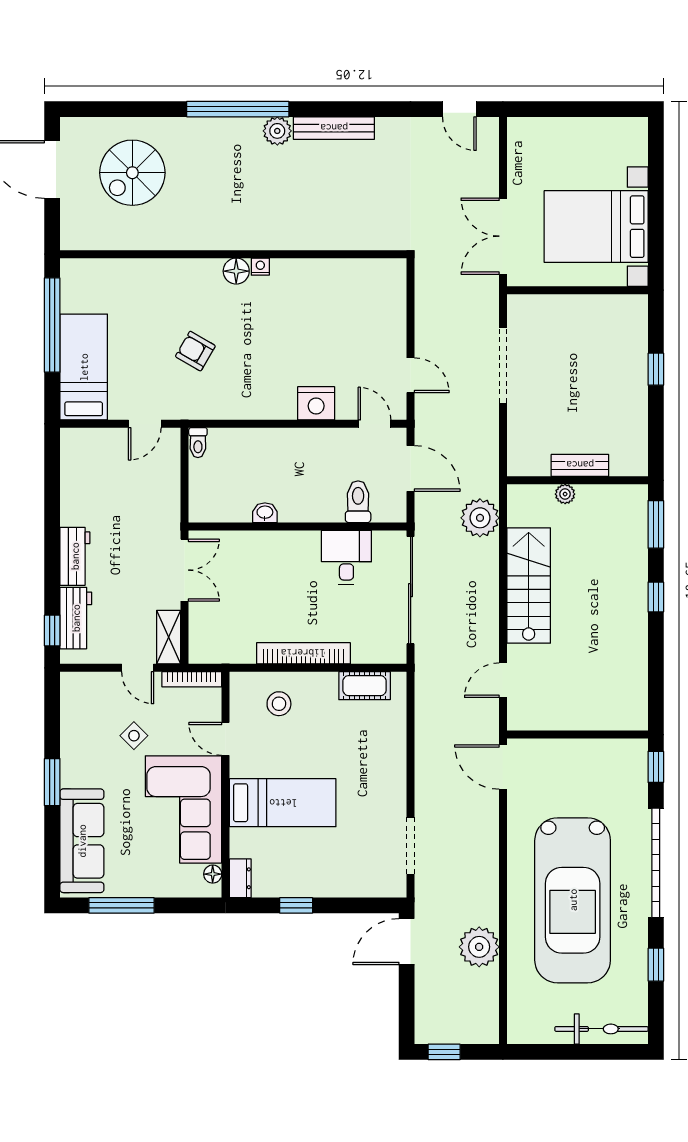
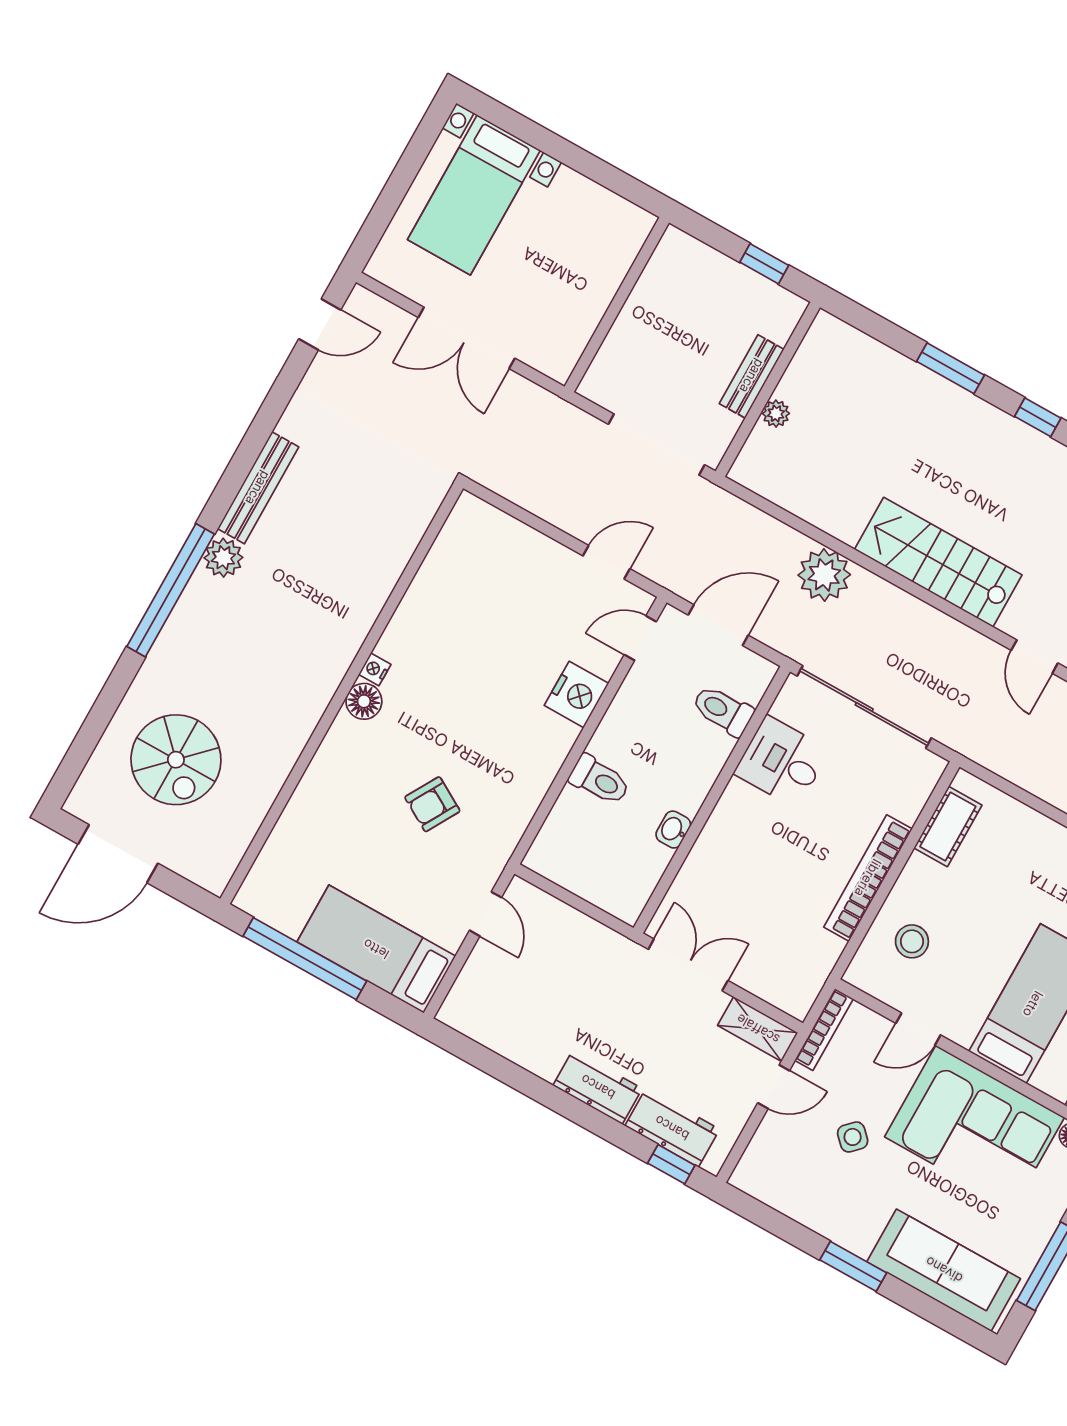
bed with nightstands: (596, 227) -> (474, 195), moved, width x0.73
double door: (503, 236) -> (467, 338), moved
toilet: (198, 443) -> (599, 780), moved, width x1.37, depth x1.39
bench: (580, 465) -> (752, 376), moved
wall: (577, 480) -> (768, 389), moved
plant: (565, 494) -> (776, 414), moved

